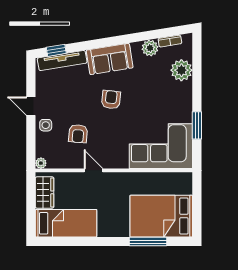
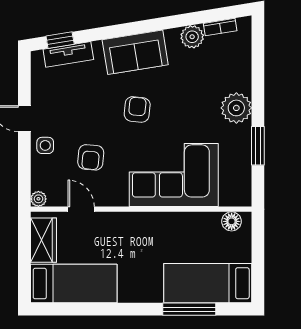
tv unit: (62, 61) -> (68, 54), width x0.71
plant: (181, 70) -> (236, 108), moved
corner sofa: (161, 146) -> (174, 175), moved
door: (93, 170) -> (81, 209), moved
floor lamp: (178, 179) -> (232, 221), added
bed: (161, 216) -> (208, 283), width x0.67

